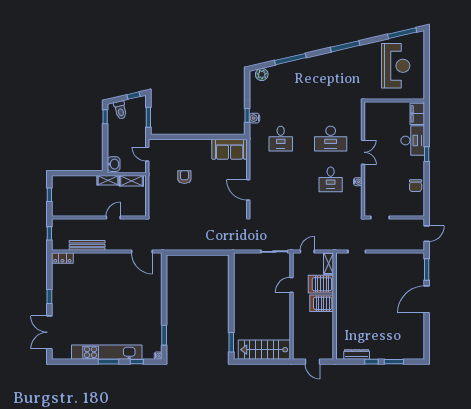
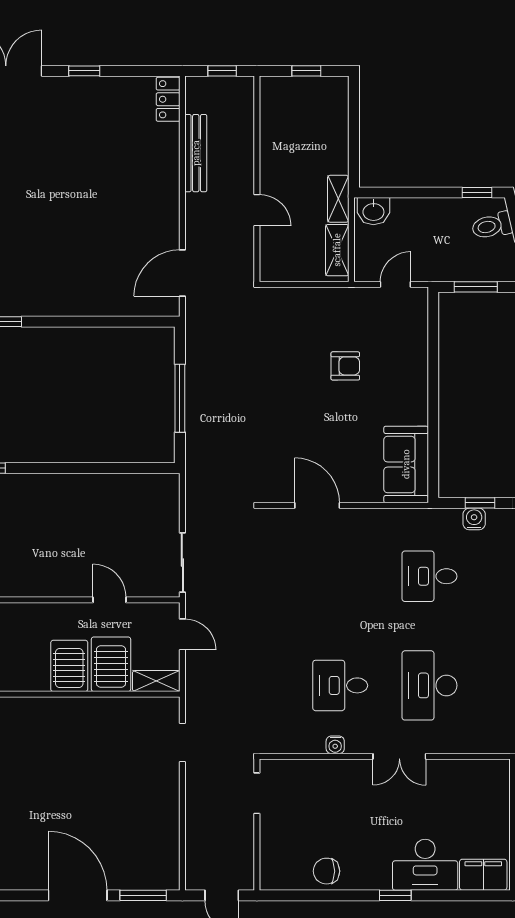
door: (248, 190) -> (317, 505), hinge flipped
window: (199, 253) -> (180, 398), added

